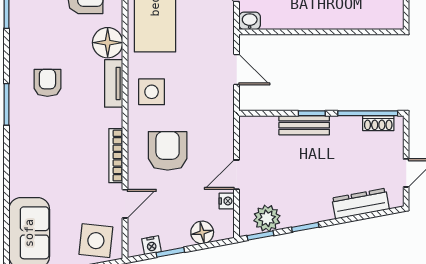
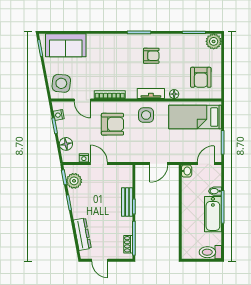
floor lamp: (108, 43) -> (174, 94), width x0.53, depth x0.53

